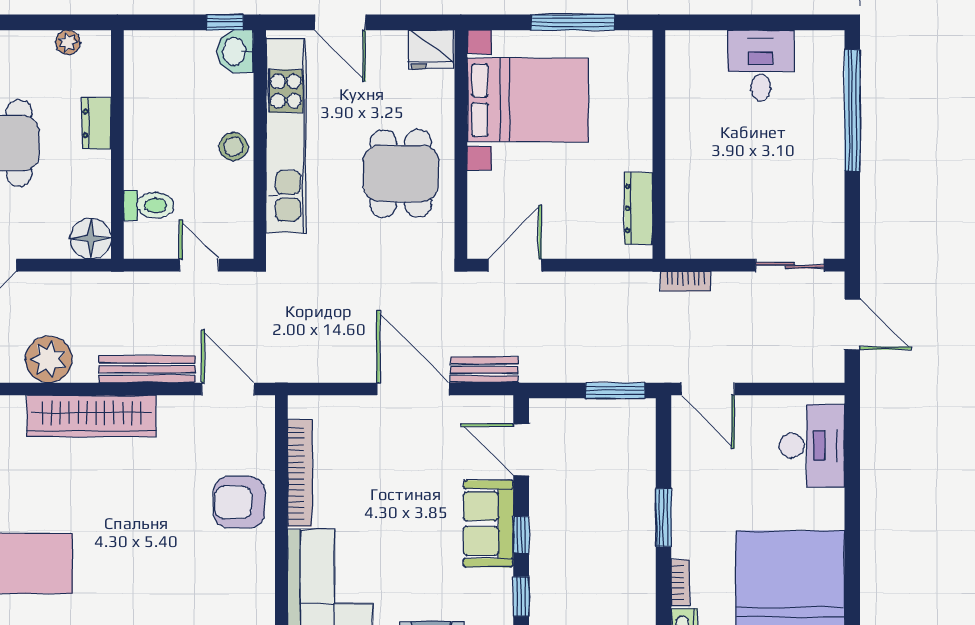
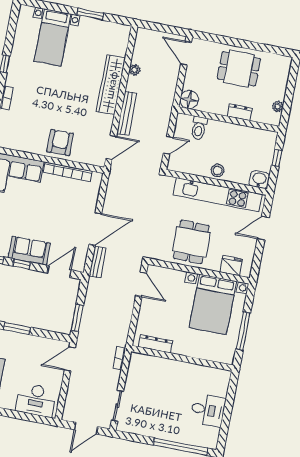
window: (225, 22) -> (277, 158), moved
fridge: (431, 49) -> (231, 266), moved, turned 90
dining table: (401, 173) -> (191, 242), turned 90
plant: (49, 359) -> (135, 70), width x0.53, depth x0.53

